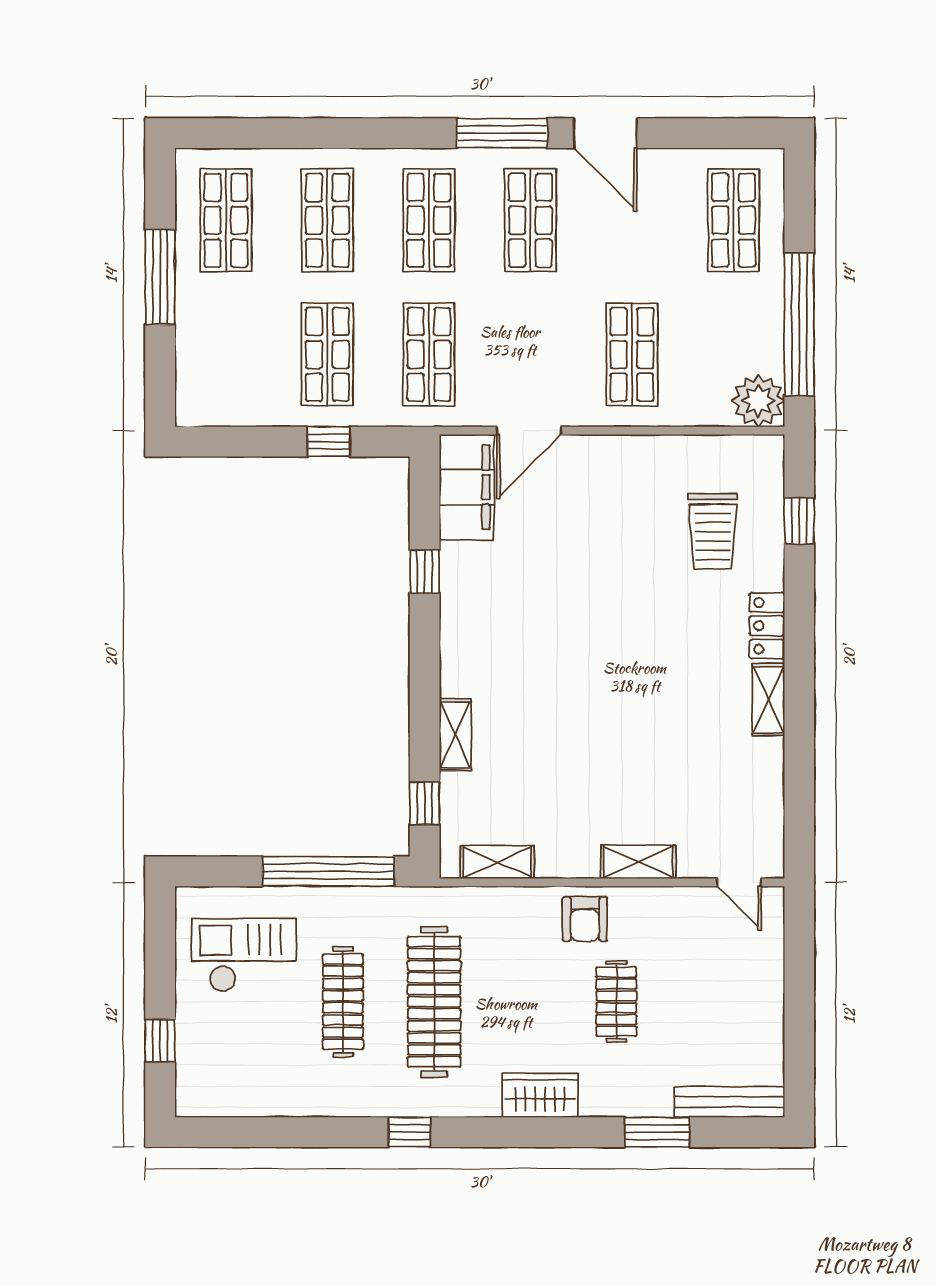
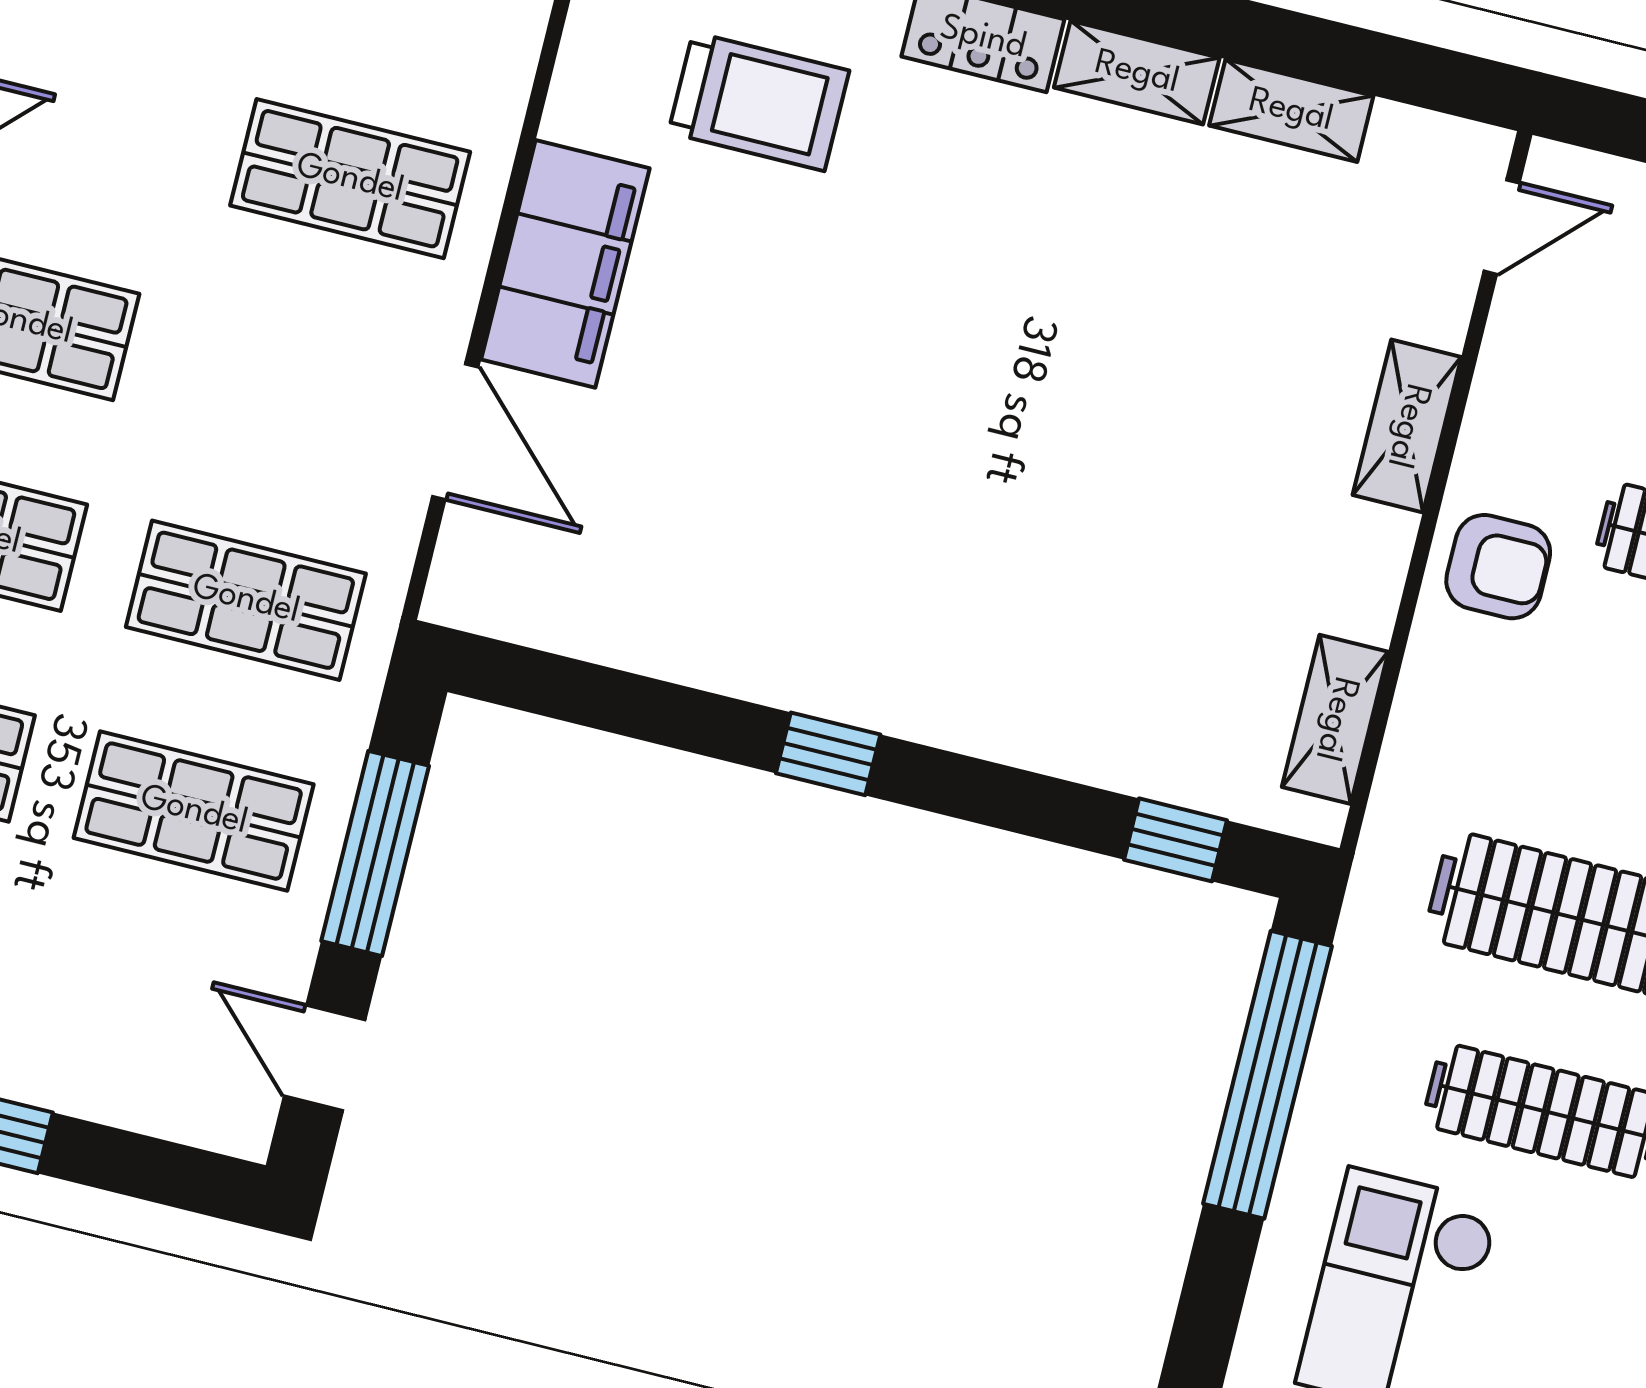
door: (230, 442) -> (325, 1058), added
window: (329, 442) -> (375, 853), width x2.17
filing cabinet: (467, 487) -> (565, 264), moved, turned 90
window: (425, 572) -> (828, 754), moved
shelving: (455, 735) -> (1291, 111), moved

